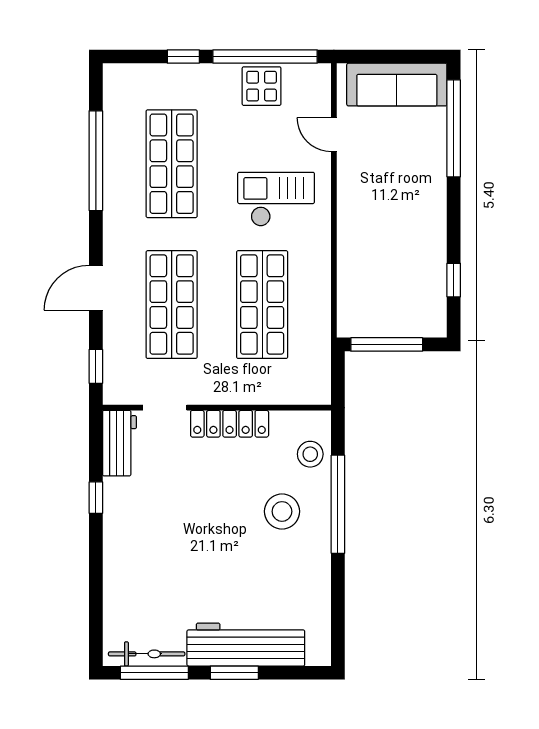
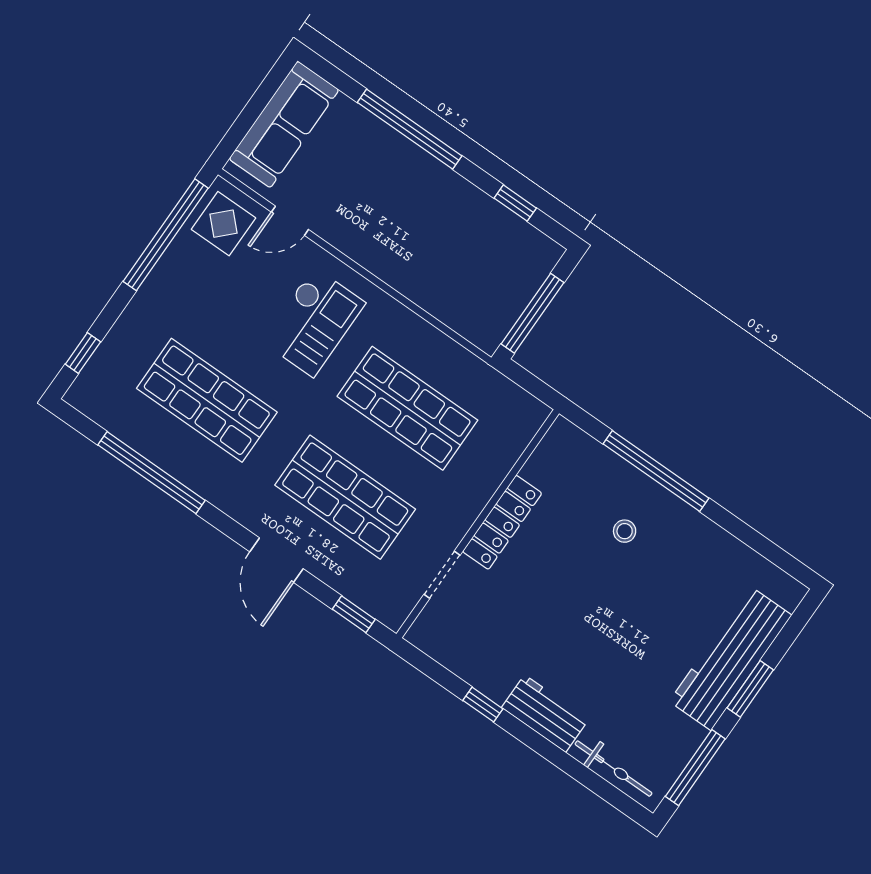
window: (183, 57) -> (83, 353), moved
display table: (262, 86) -> (224, 224), moved
window: (454, 128) -> (410, 129), moved
checkout: (276, 199) -> (314, 322), turned 180
workbench: (119, 443) -> (545, 714), moved
stool: (310, 454) -> (588, 464), removed
stool: (282, 511) -> (625, 531), width x0.53, depth x0.53
bicycle: (147, 654) -> (614, 769), moved, turned 90

